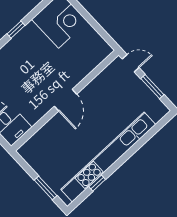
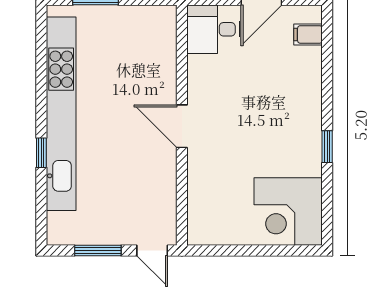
door: (131, 63) -> (152, 250), hinge flipped
window: (97, 183) -> (41, 153), moved

